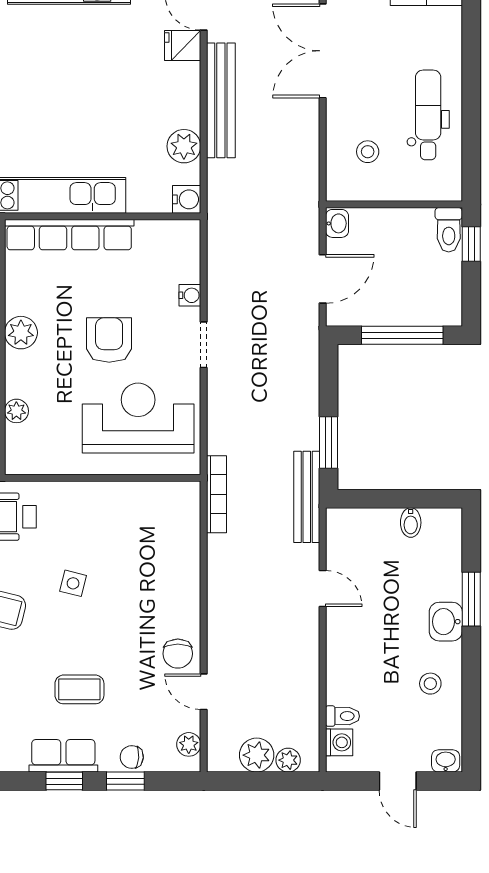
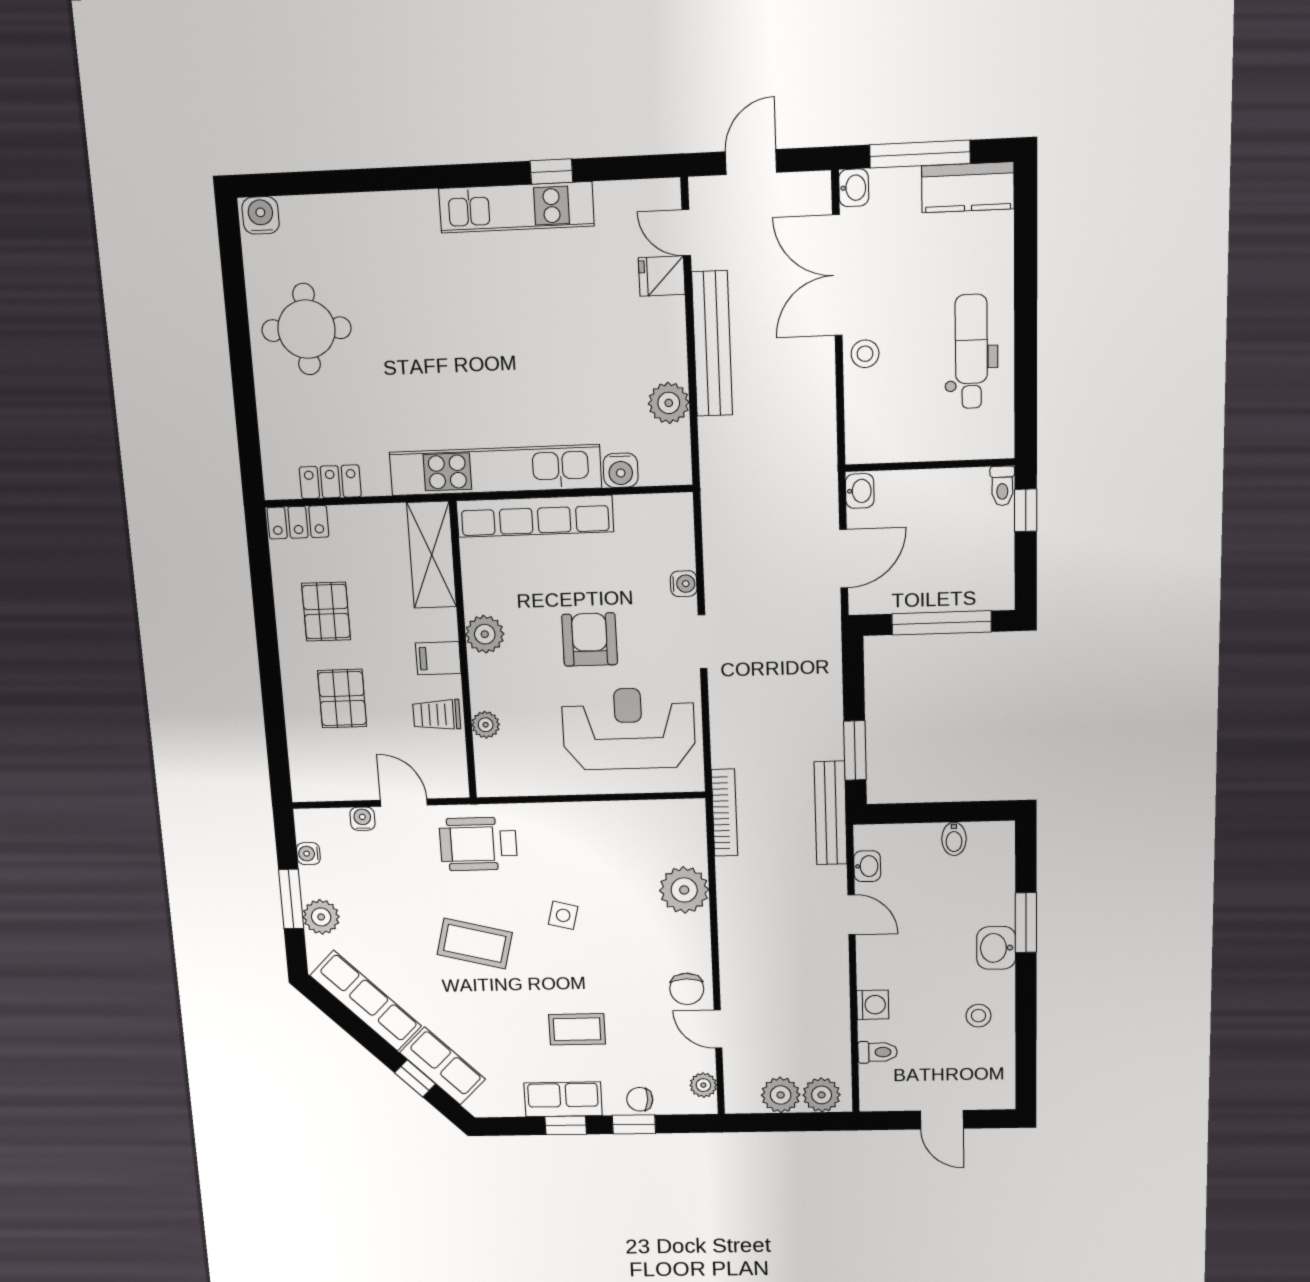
stool: (368, 152) -> (865, 354), moved
water cooler: (187, 199) -> (621, 470), moved, turned 90
toilet: (449, 230) -> (1002, 486), width x0.73, depth x0.72
plant: (179, 563) -> (684, 890), added
washing machine: (339, 742) -> (873, 1005), moved
plant: (288, 760) -> (822, 1095), width x1.38, depth x1.38
washbasin: (446, 761) -> (867, 866), moved, turned 90

